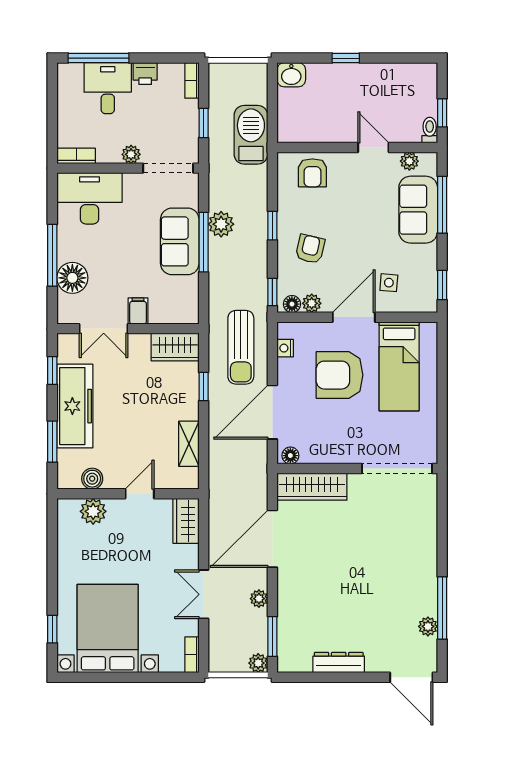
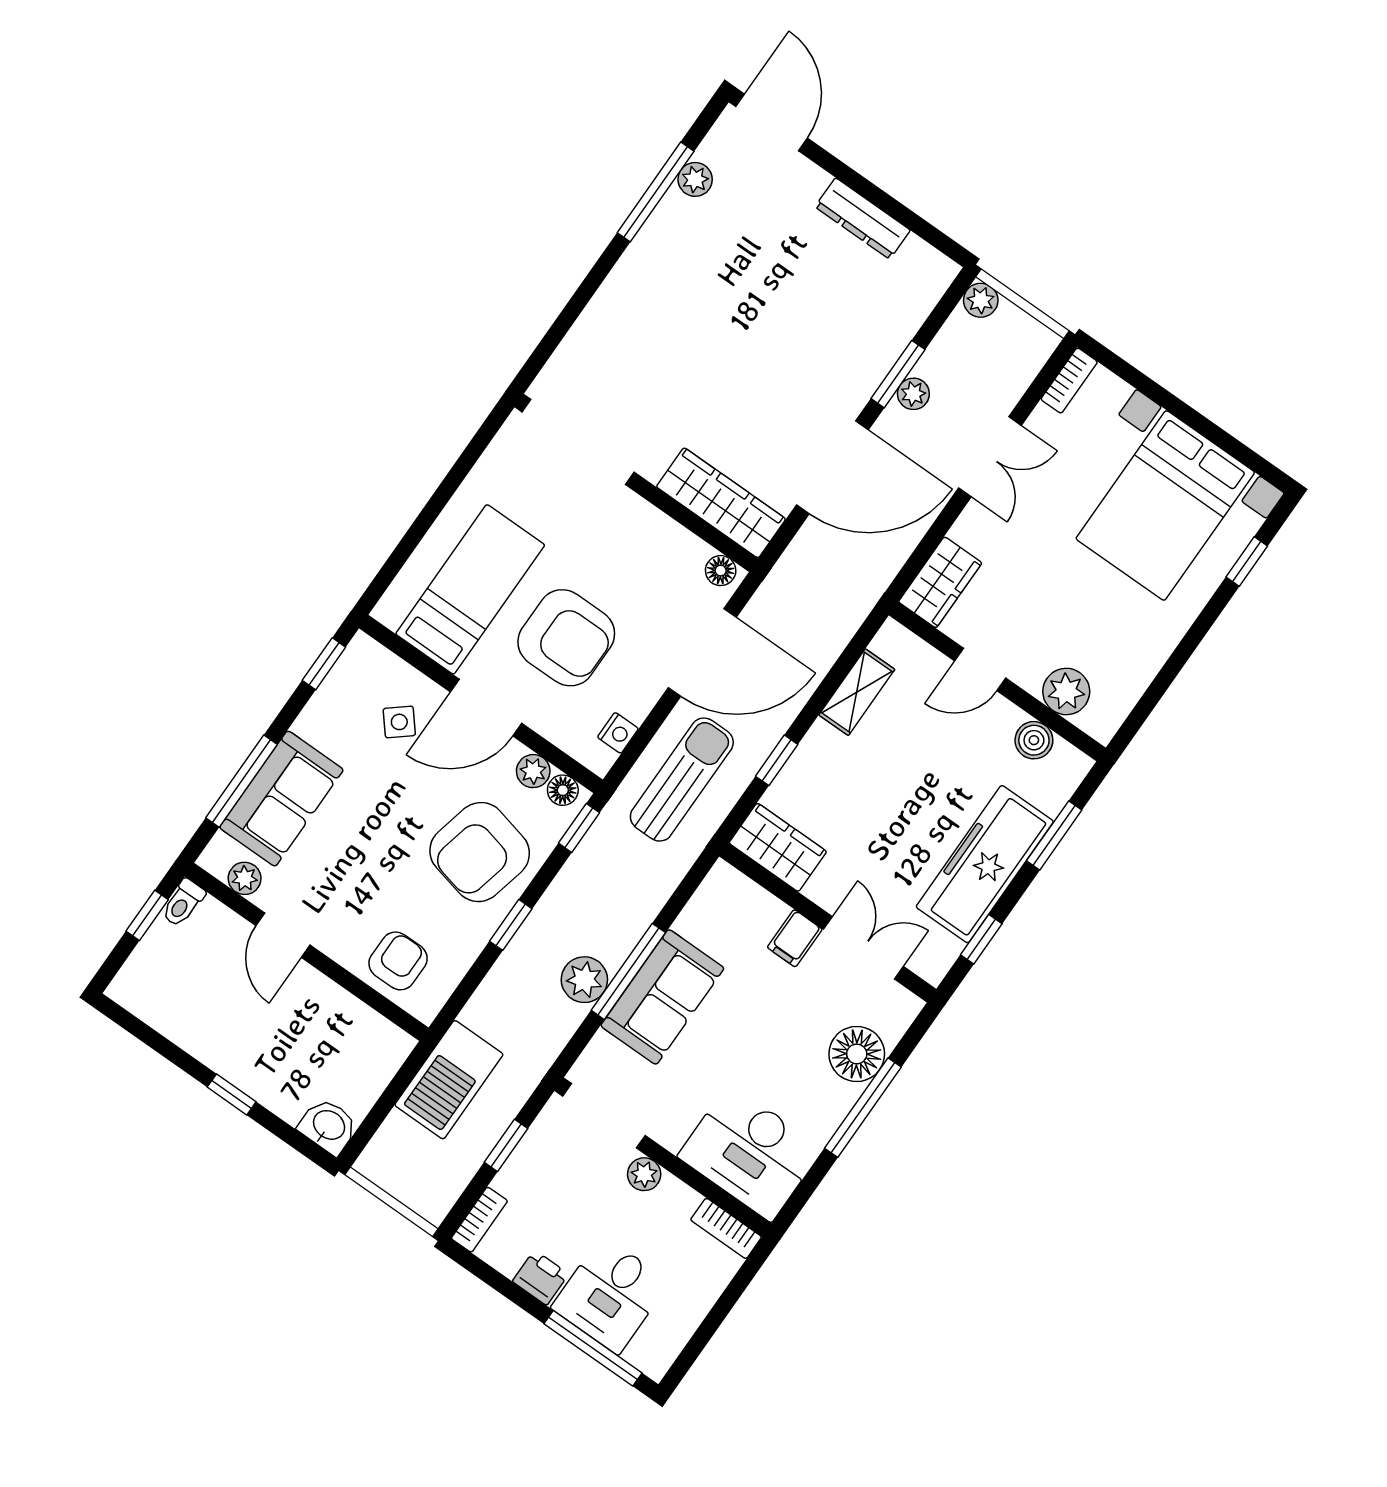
armchair: (310, 249) -> (480, 852), width x1.88, depth x1.88
side table: (389, 283) -> (399, 722), turned 45
window: (272, 637) -> (898, 374), moved

